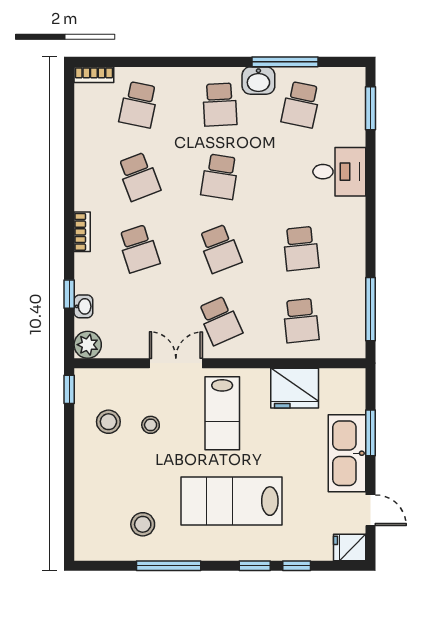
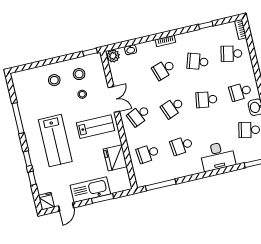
desk: (339, 172) -> (218, 156), width x1.37
school desk: (139, 177) -> (198, 62), turned 39
window: (69, 294) -> (206, 25), moved
lab bench: (222, 413) -> (96, 127), turned 180
lab bench: (231, 501) -> (55, 141), turned 180
stool: (143, 524) -> (54, 80), moved

